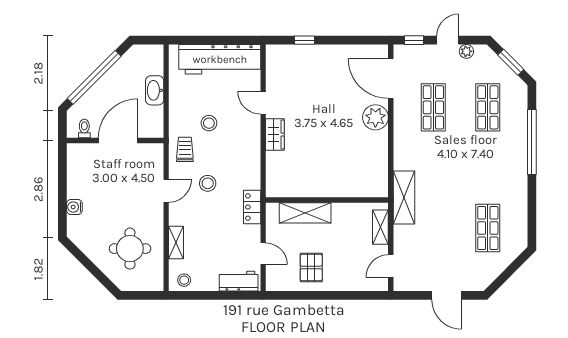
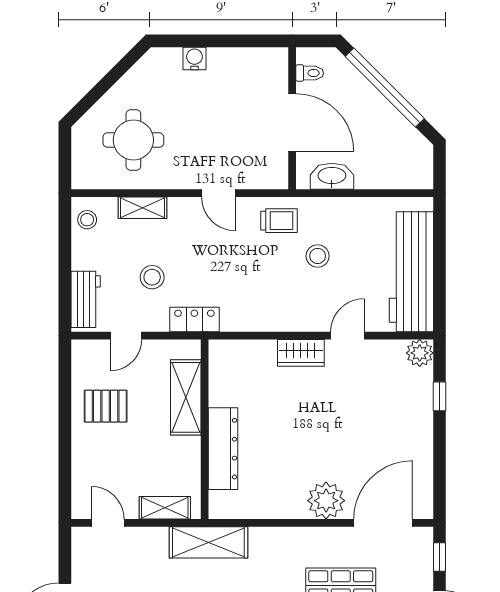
plant: (275, 54) -> (420, 353), added
washbasin: (155, 90) -> (332, 176), moved
stool: (208, 183) -> (152, 277), moved
dresser: (340, 187) -> (223, 449), added

